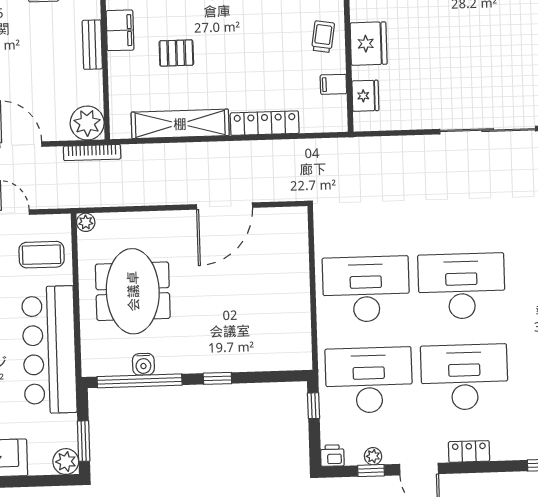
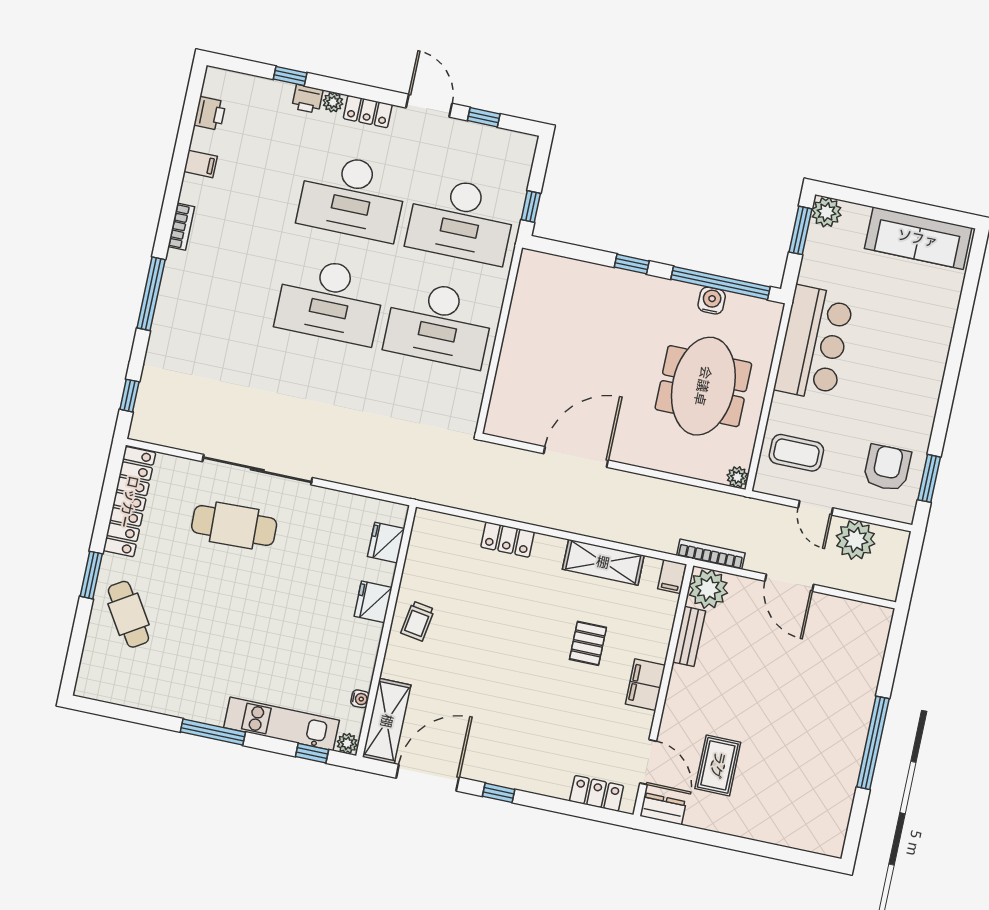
fridge: (369, 44) -> (373, 602), width x0.73, depth x0.75
bench: (92, 45) -> (689, 636), moved
pallet: (176, 53) -> (588, 643), turned 90
cafe table: (496, 79) -> (234, 525), added
filing cabinet: (333, 84) -> (672, 576), moved, turned 90
locker: (265, 123) -> (508, 540), width x0.66
shelving: (180, 124) -> (603, 562), width x0.68
bar counter: (49, 350) -> (814, 343), width x0.73
printer: (332, 456) -> (307, 99), moved
plant: (373, 456) -> (333, 102), moved

